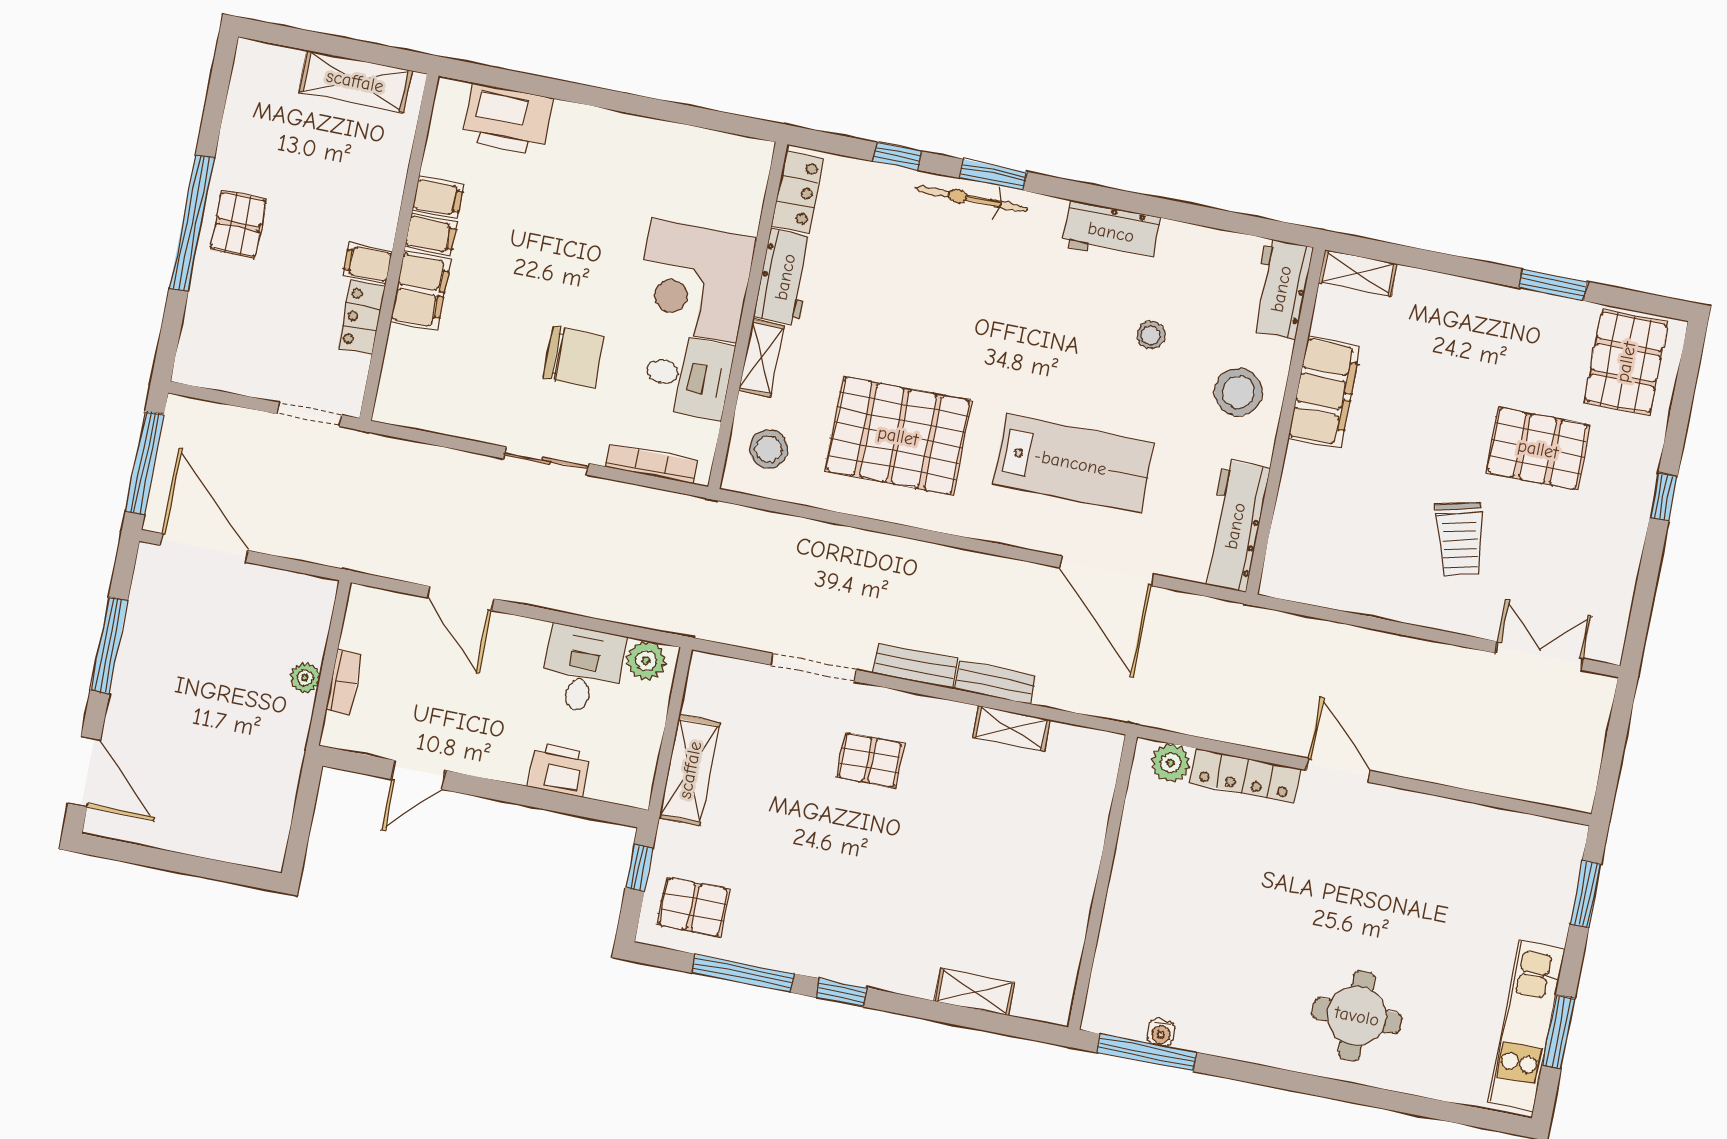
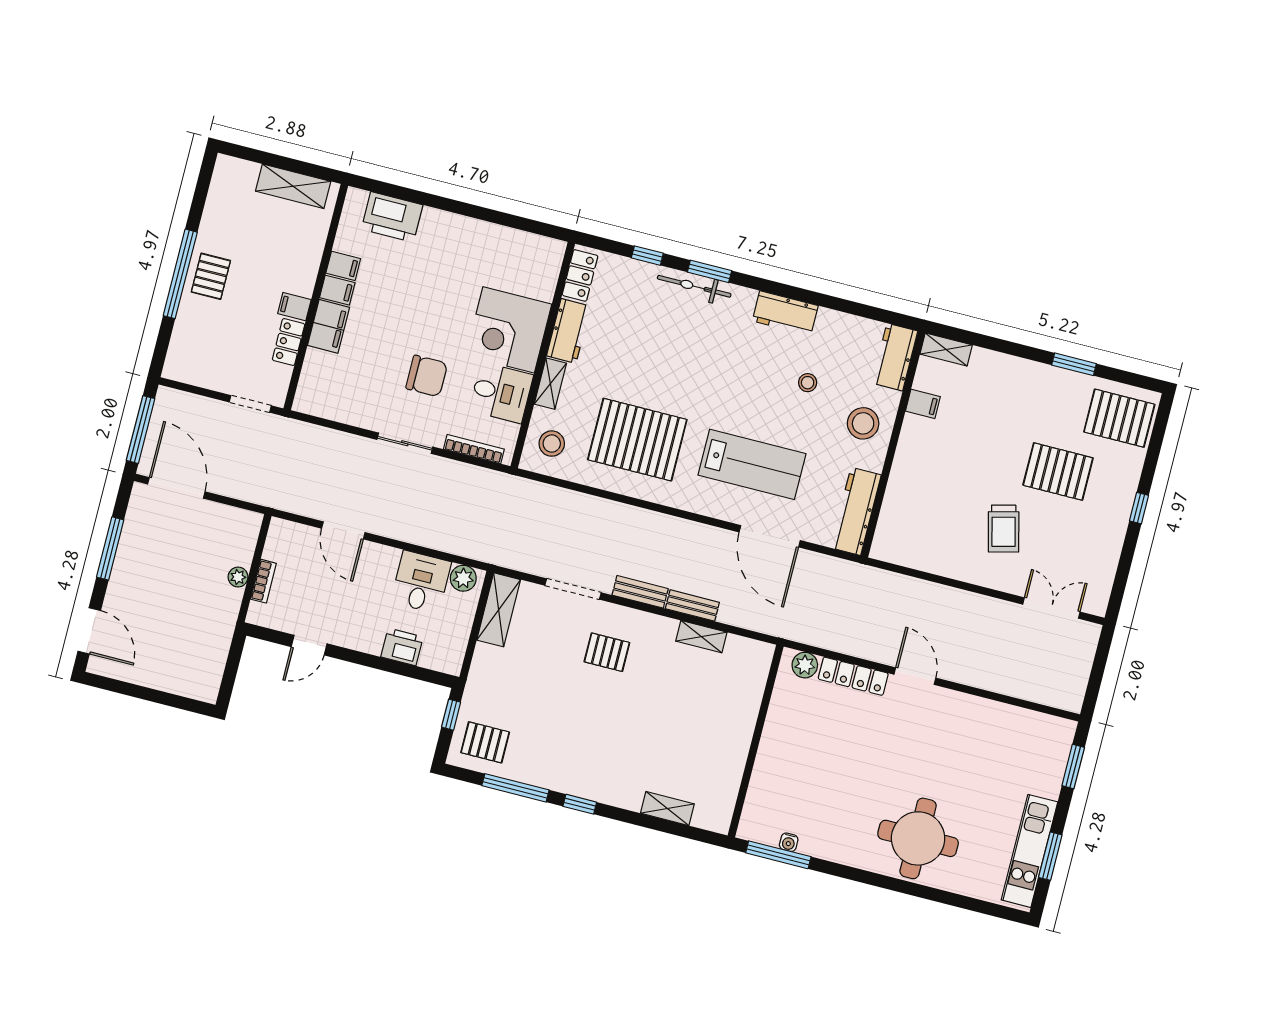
pallet: (1626, 362) -> (1119, 418), turned 90
filing cabinet: (1324, 392) -> (923, 404), width x0.33, depth x0.86
shelving: (690, 770) -> (499, 610), moved
round table: (1357, 1016) -> (918, 838), width x1.36, depth x1.36

